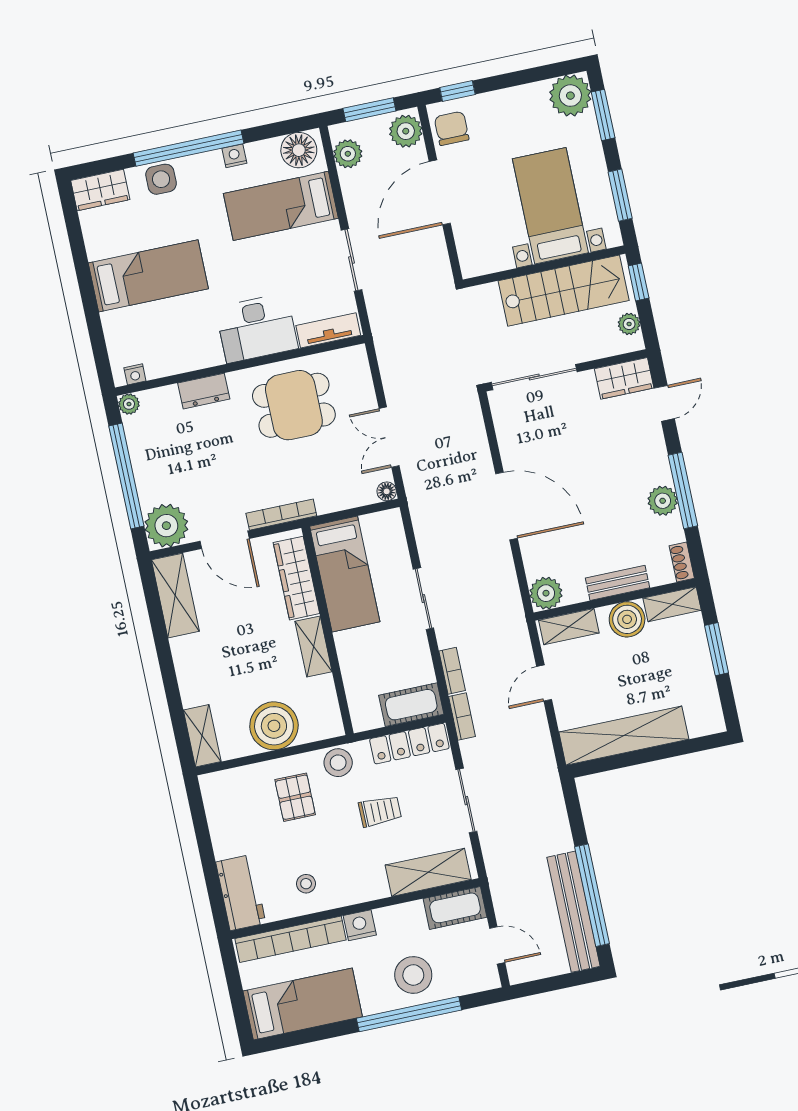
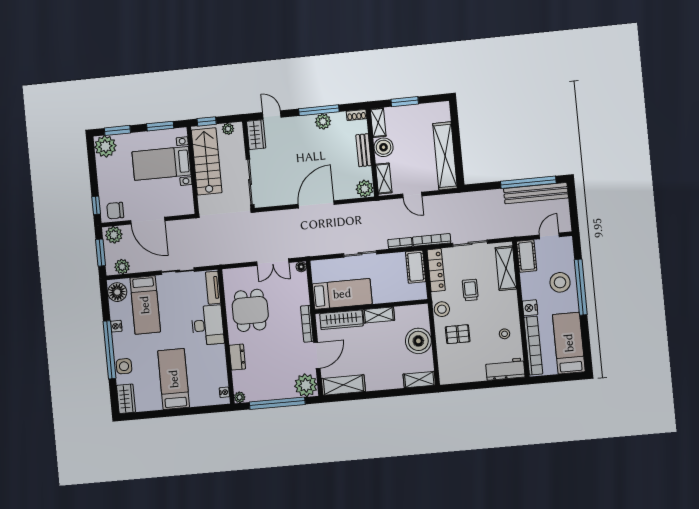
bookcase: (462, 717) -> (432, 240), width x1.56

